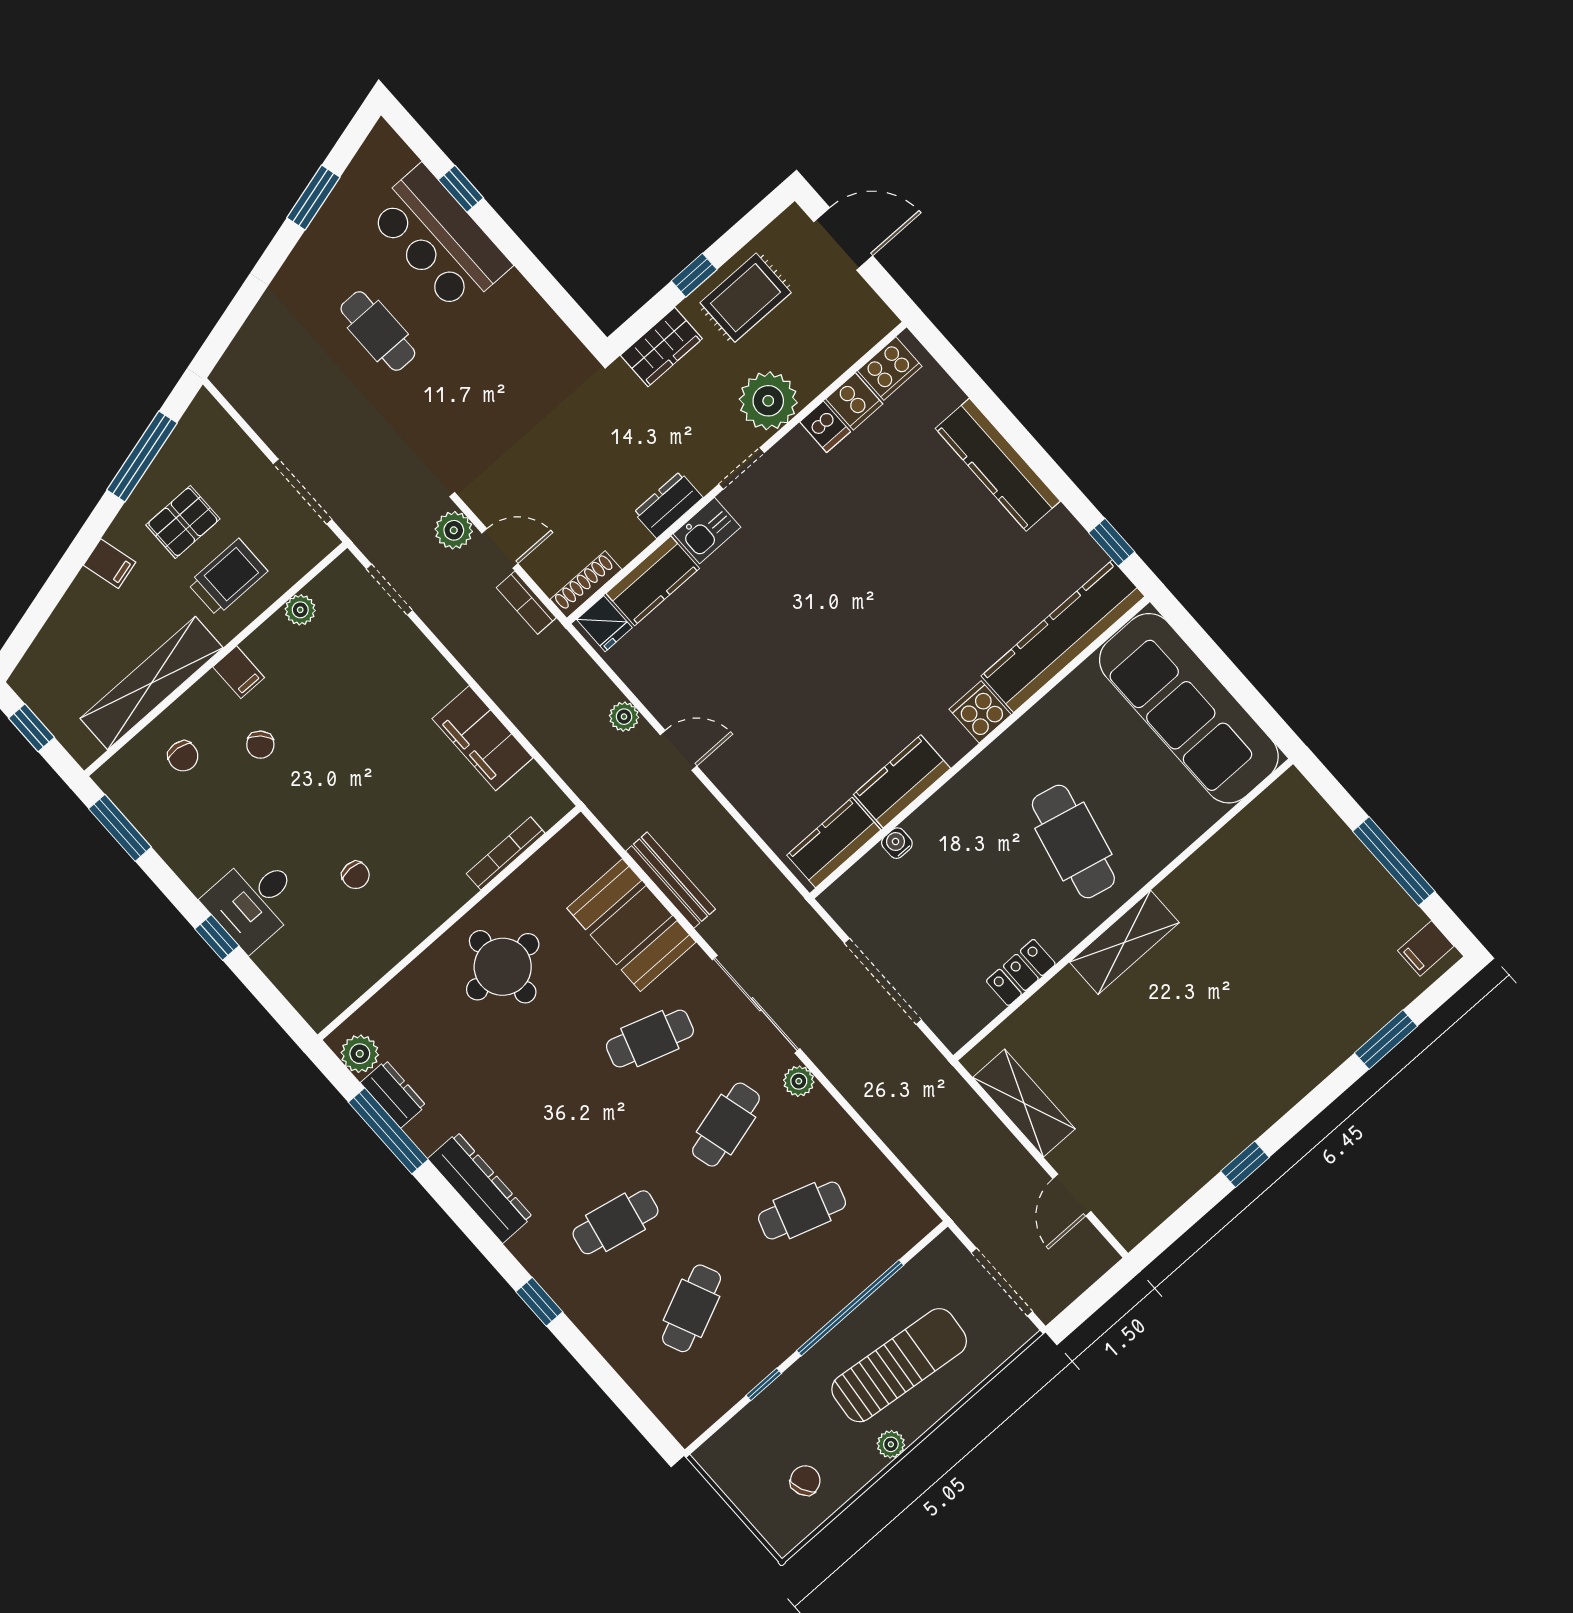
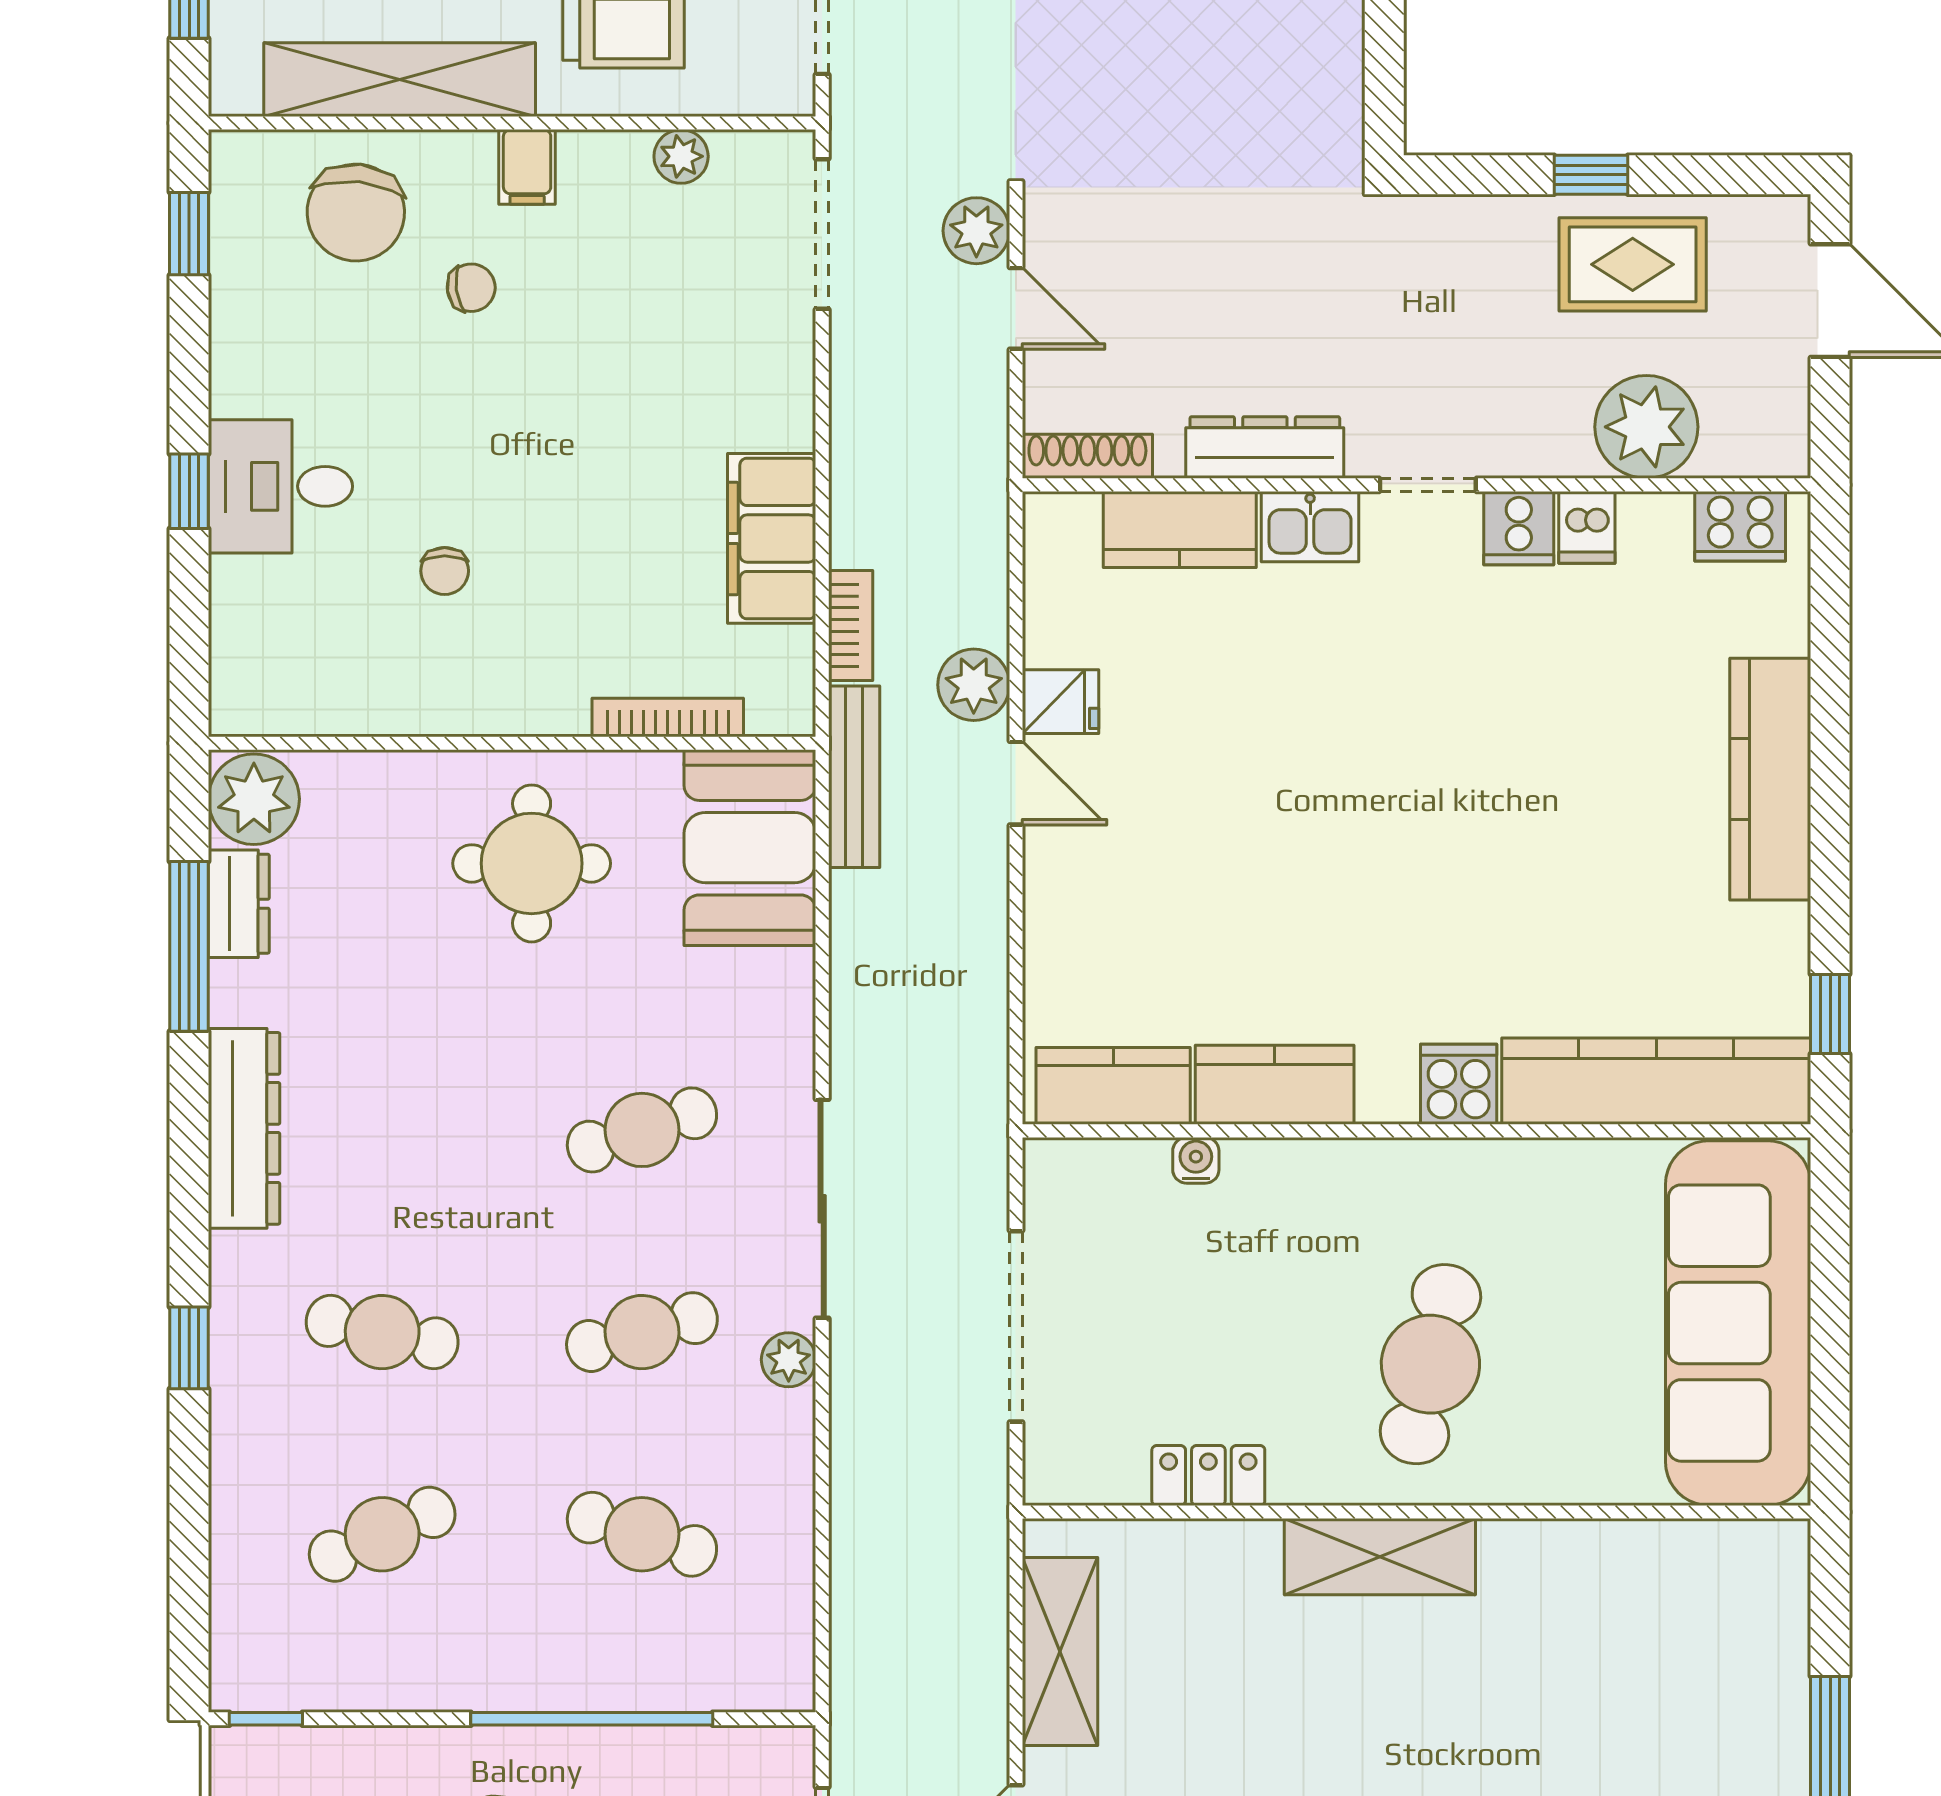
wardrobe: (661, 347) -> (1464, 231), removed
plant: (768, 401) -> (1646, 427), moved
cooker: (854, 401) -> (1519, 528), moved
dresser: (668, 505) -> (1265, 447), width x1.44
doorway: (389, 590) -> (822, 234), width x1.38
bookcase: (526, 603) -> (851, 626), moved, turned 180
fridge: (604, 624) -> (1061, 702), moved, turned -90
plant: (624, 717) -> (974, 685), width x1.38, depth x1.38
chair: (260, 745) -> (471, 288), turned -143
chair: (183, 756) -> (356, 213), width x1.87, depth x1.87
window: (120, 828) -> (189, 234), width x0.67
bench: (671, 880) -> (854, 777), moved
booth: (631, 925) -> (750, 848), moved
cafe table: (650, 1039) -> (642, 1130), turned -36
plant: (360, 1054) -> (254, 799), width x1.36, depth x1.36
window: (764, 1384) -> (266, 1719), moved

